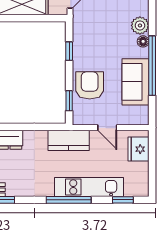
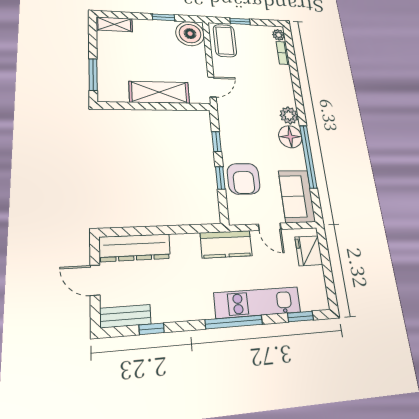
floor lamp: (143, 41) -> (290, 137), width x1.89, depth x1.89
sofa: (135, 82) -> (297, 196), moved
armchair: (90, 85) -> (244, 179), turned 180
window: (69, 101) -> (220, 178), moved

